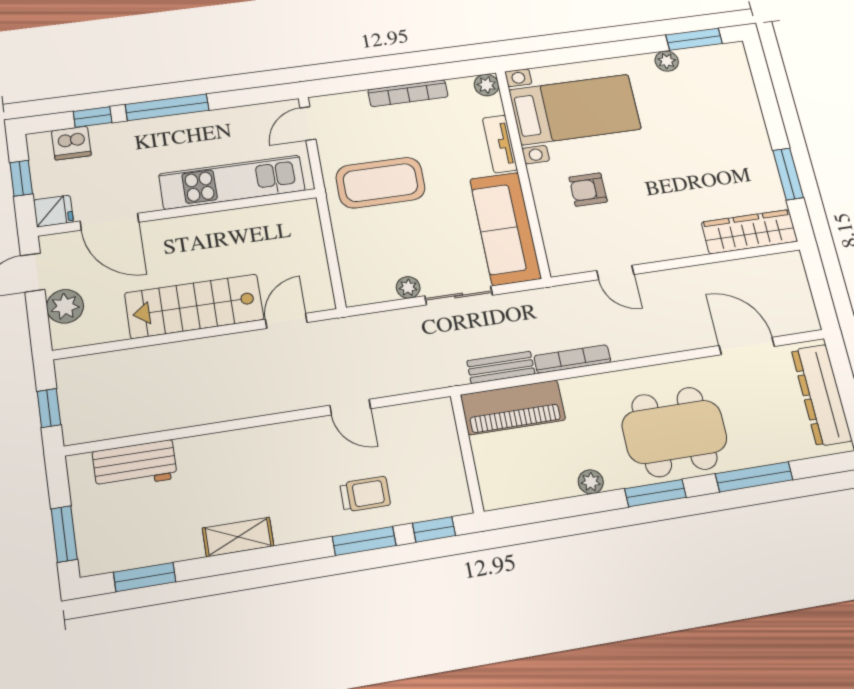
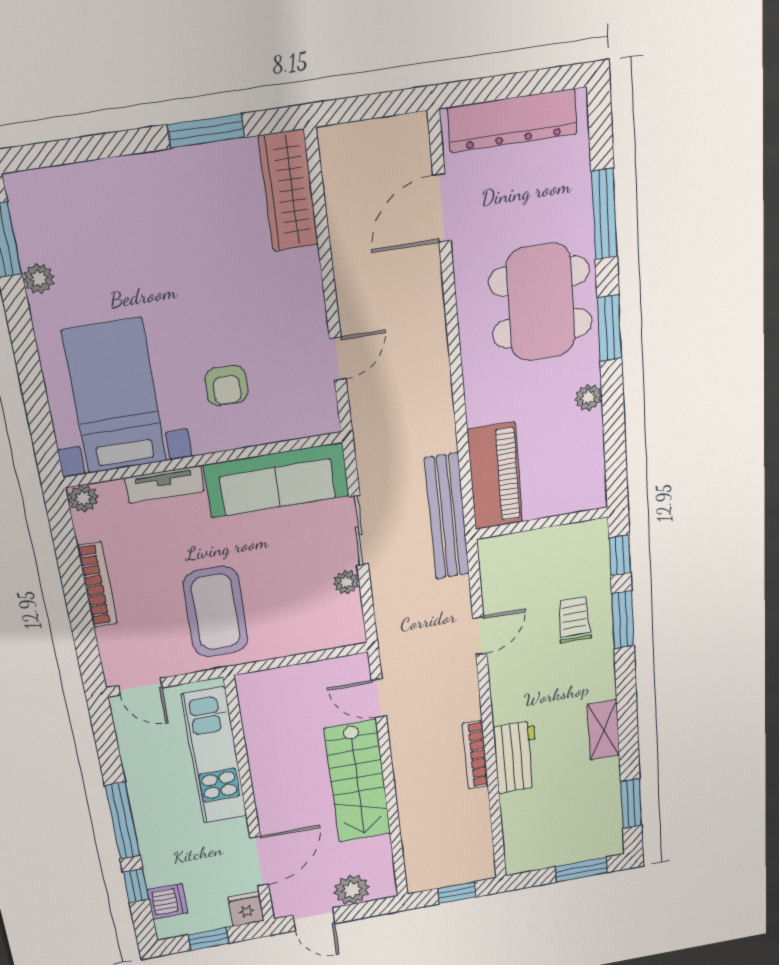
bookcase: (572, 359) -> (475, 755), moved
bench: (501, 367) -> (447, 517), width x1.86, depth x1.21
workbench: (135, 465) -> (516, 757), moved

